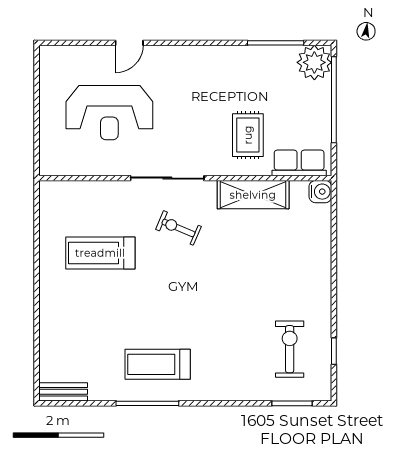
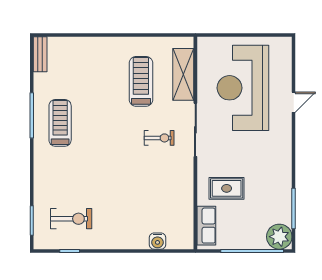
door: (129, 43) -> (294, 102), swing flipped
reception desk: (109, 113) -> (243, 88), width x1.36, depth x1.30
water cooler: (320, 192) -> (157, 241), moved
shelving: (253, 195) -> (183, 74), moved
exercise bike: (178, 228) -> (159, 138), turned 67

